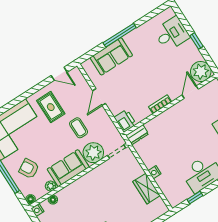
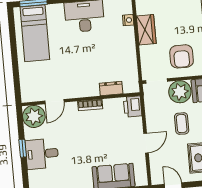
desk: (172, 34) -> (42, 154), moved
dresser: (137, 135) -> (111, 89), moved
nightstand: (155, 172) -> (128, 20), moved
armchair: (107, 182) -> (182, 56), added

